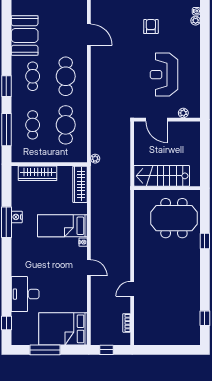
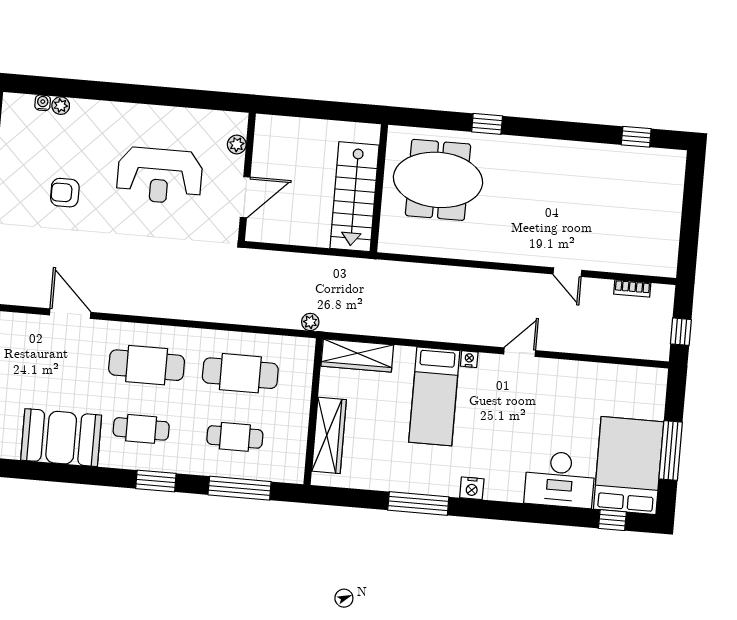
door: (89, 35) -> (70, 314), hinge flipped
nightstand: (17, 217) -> (472, 488), moved
meeting table: (174, 218) -> (438, 180), turned 90
bed: (63, 329) -> (629, 465), moved, turned 180

